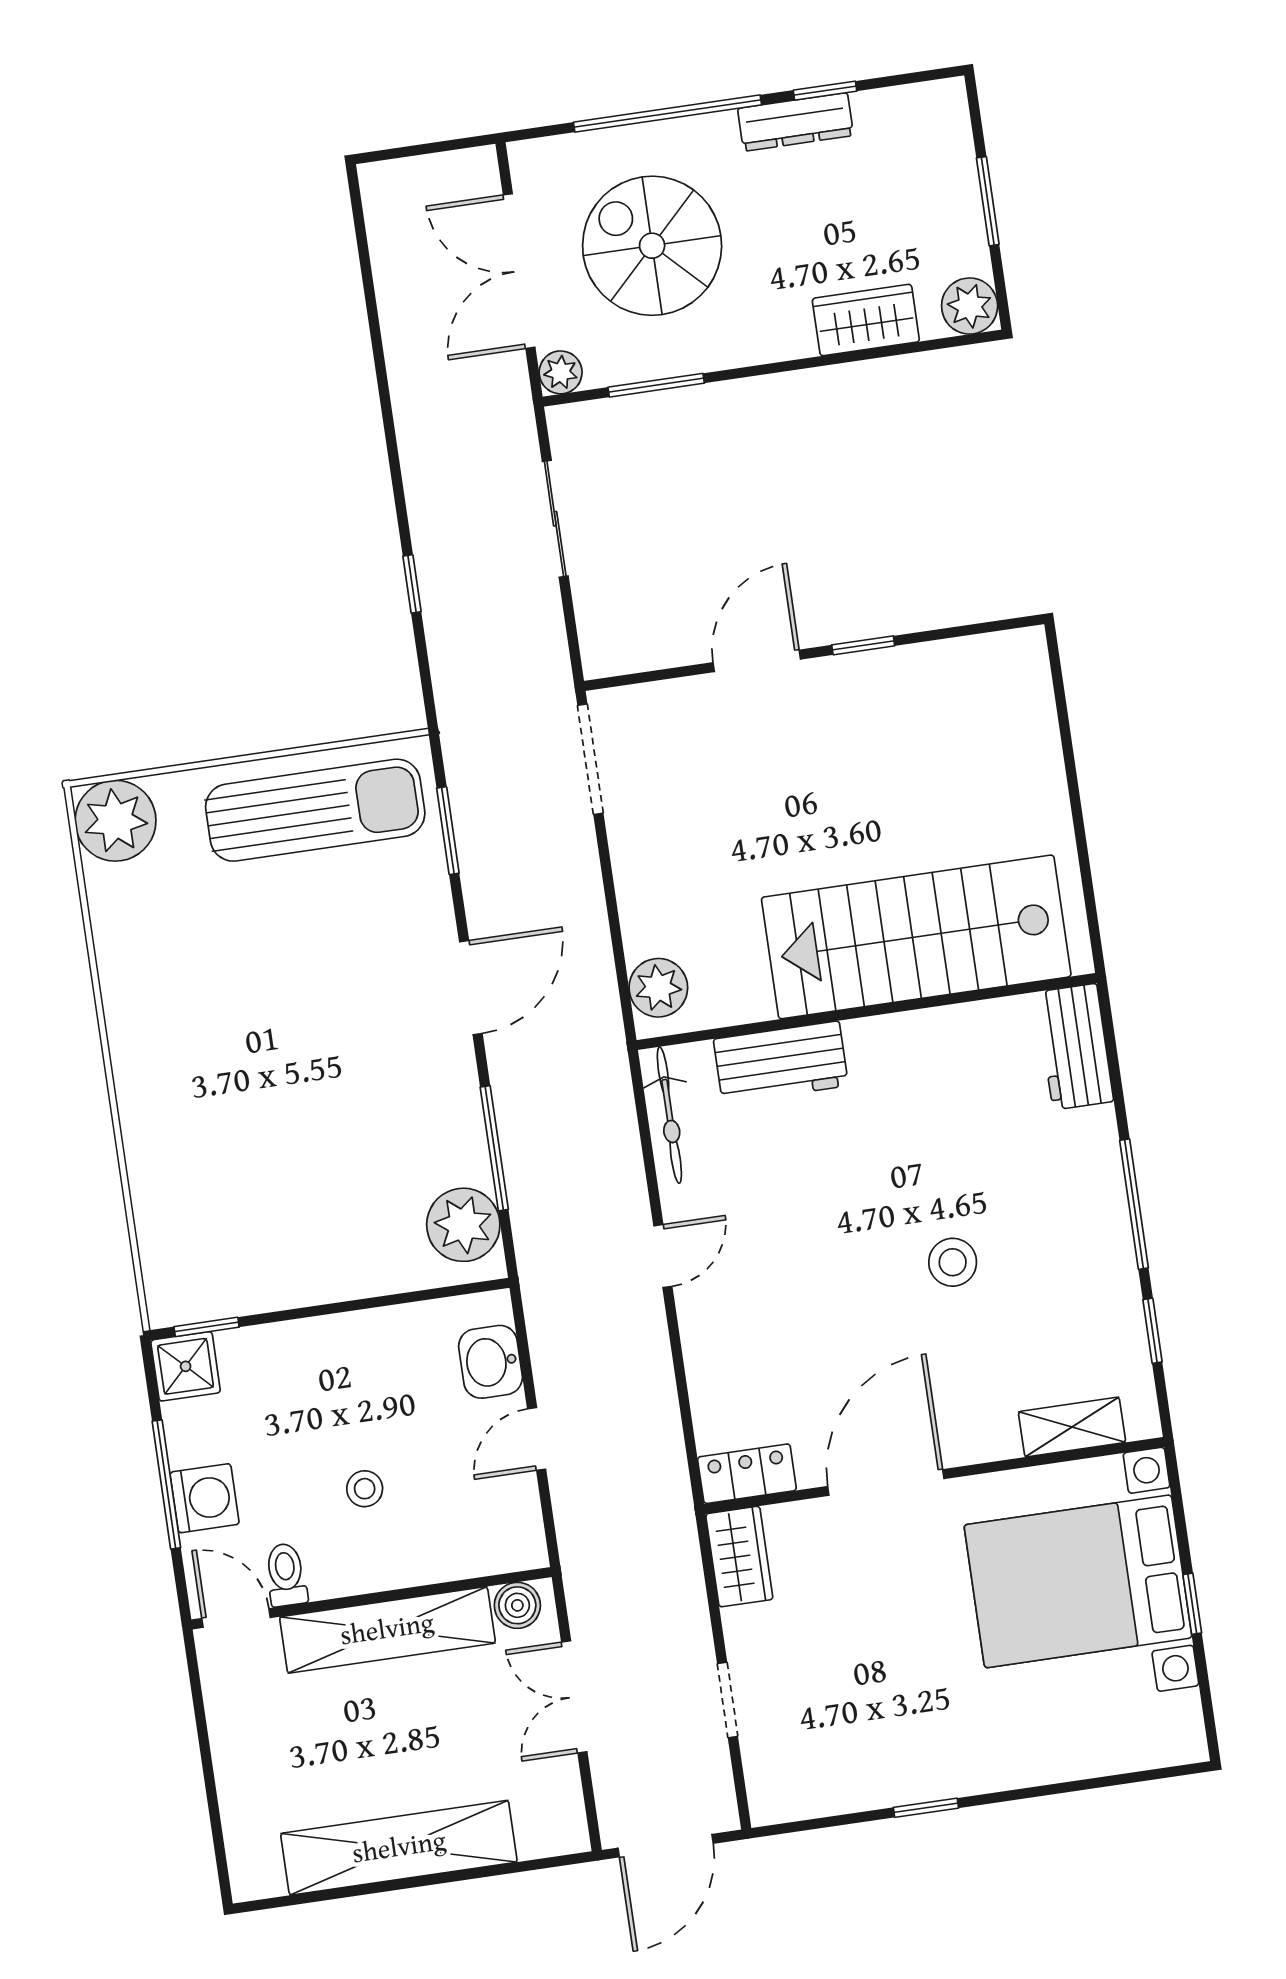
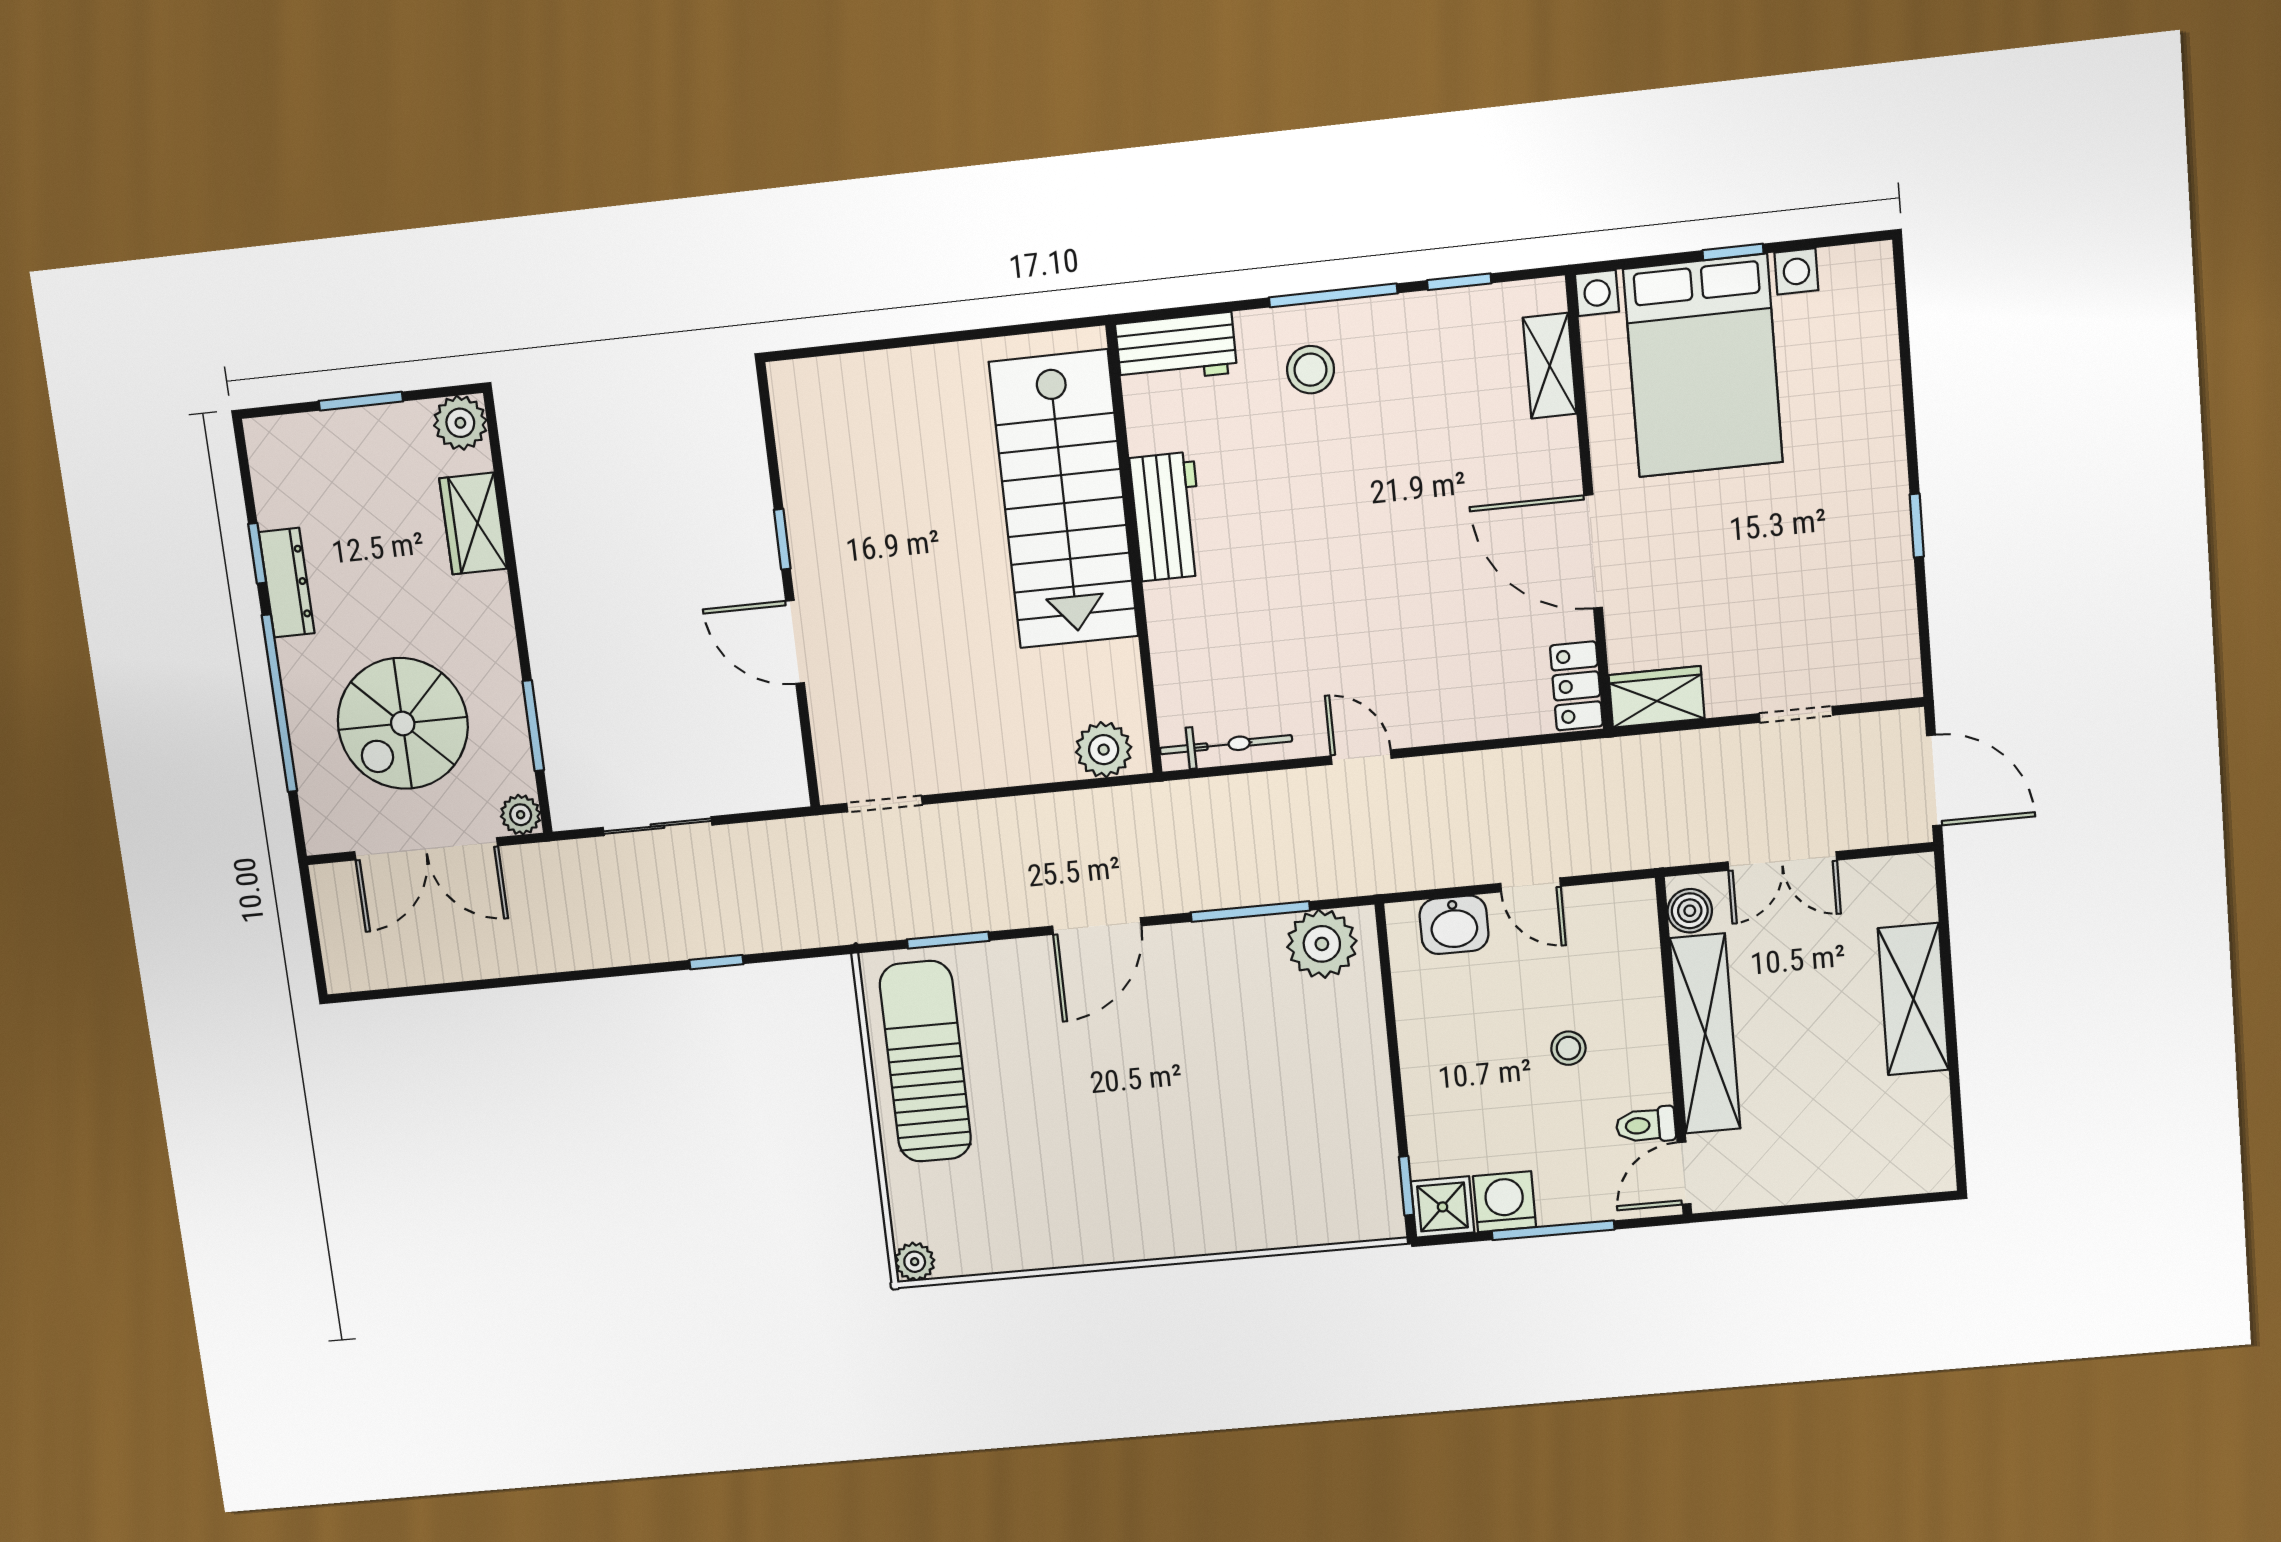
doorway: (590, 759) -> (885, 804), width x0.73
plant: (115, 821) -> (915, 1262), width x0.53, depth x0.53
door: (471, 988) -> (1097, 926), swing flipped
workbench: (781, 1062) -> (1167, 517), moved
stool: (953, 1262) -> (1311, 370), moved
washing machine: (205, 1498) -> (1505, 1202), moved
shelving: (399, 1848) -> (1913, 999), width x0.68

